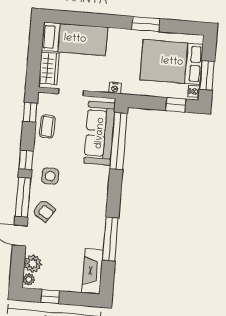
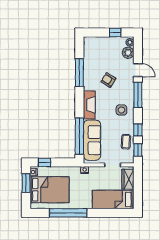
window: (146, 24) -> (68, 213), width x2.11
window: (26, 160) -> (138, 130), moved
armchair: (44, 211) -> (108, 80), moved
fireplace: (93, 271) -> (89, 105), moved

